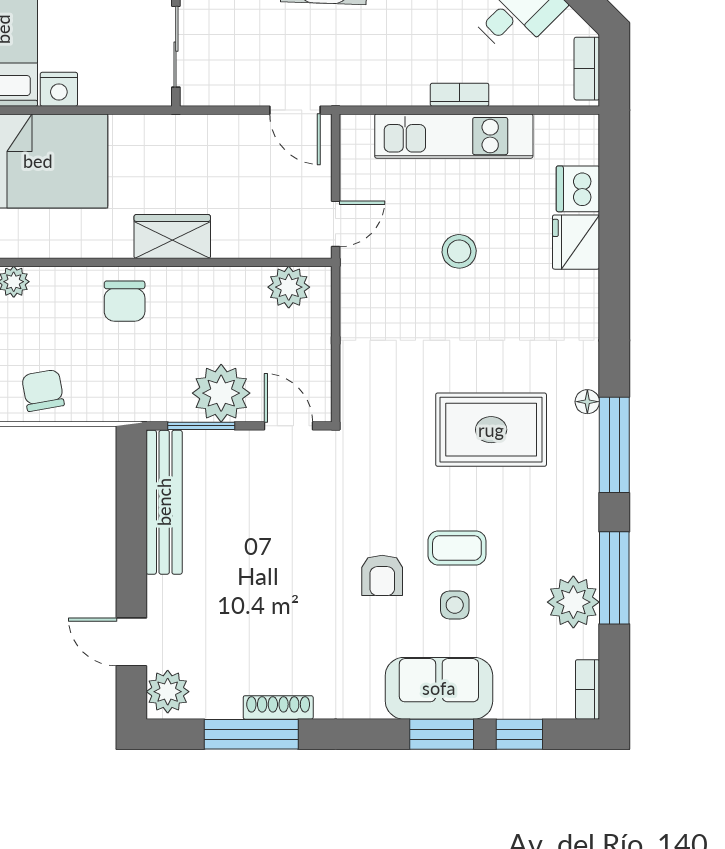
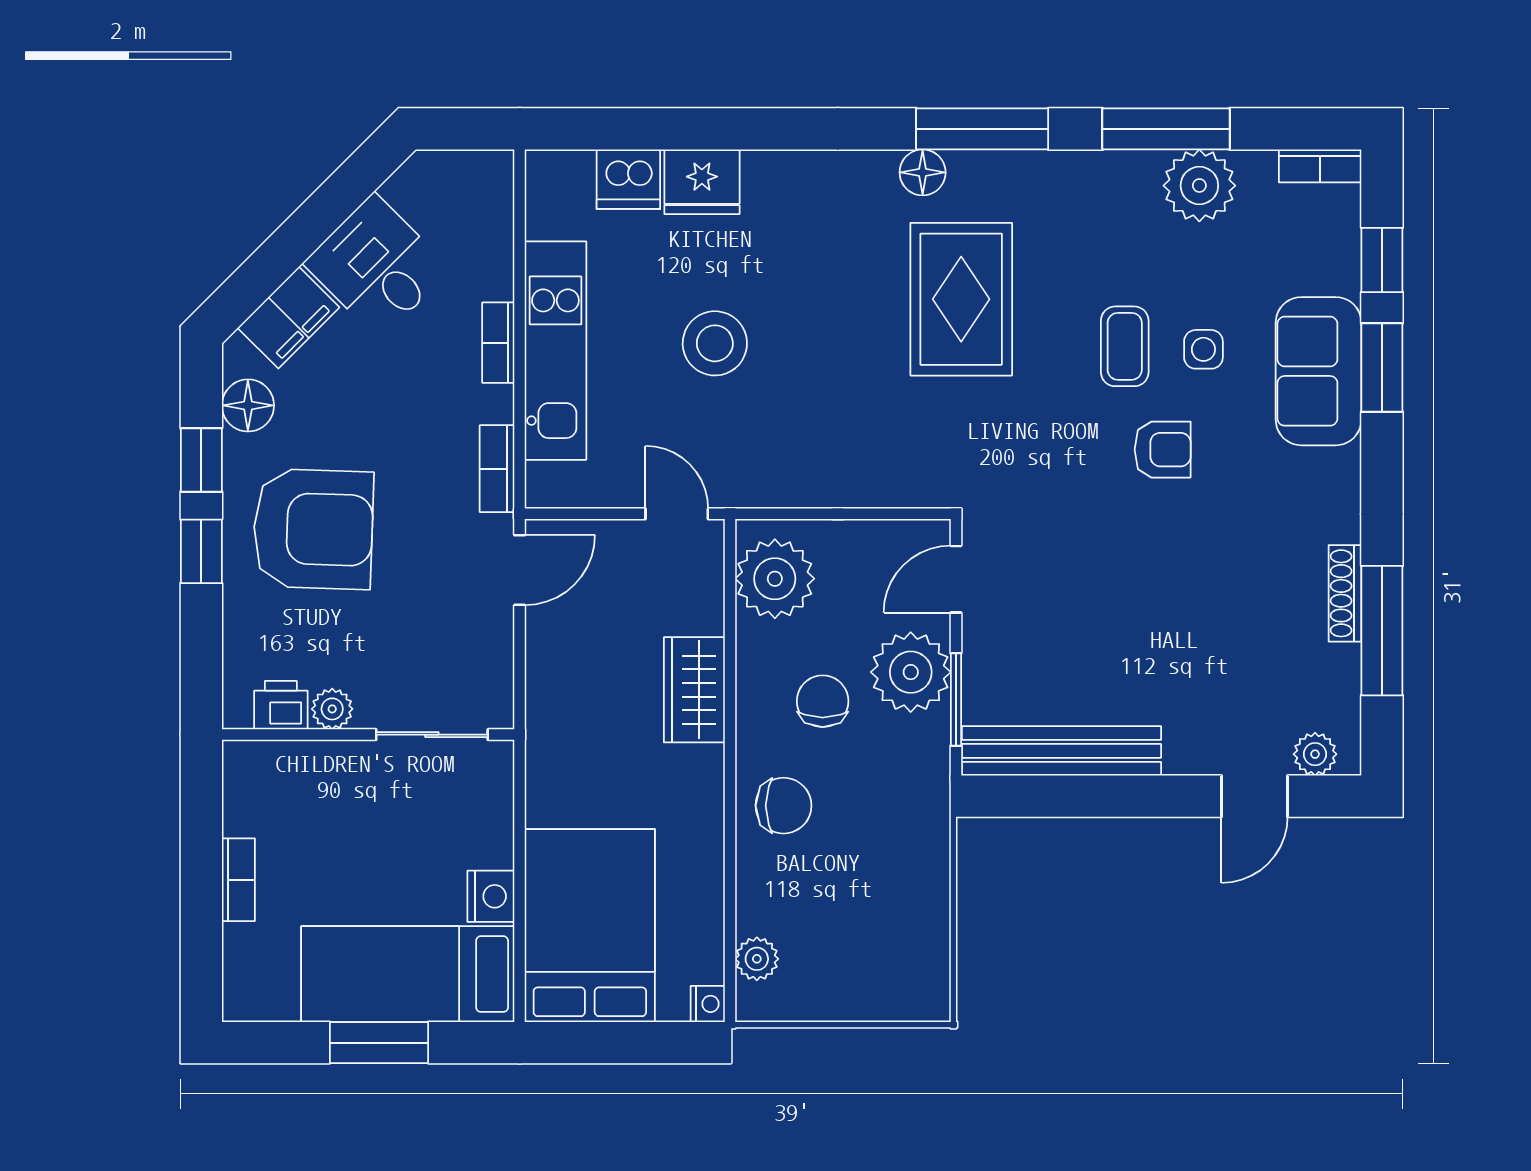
bookcase: (587, 69) -> (497, 469), moved, turned 90
wardrobe: (172, 237) -> (694, 690), moved
stool: (459, 251) -> (715, 343), width x1.38, depth x1.38
plant: (289, 287) -> (775, 579), width x1.36, depth x1.36
chair: (43, 390) -> (823, 701), moved, turned 100
floor lamp: (587, 402) -> (923, 172), width x1.37, depth x1.37
plant: (168, 692) -> (1315, 754), width x0.73, depth x0.73

